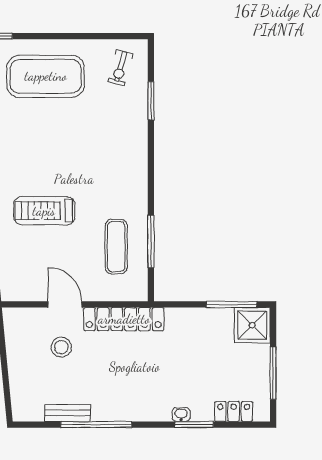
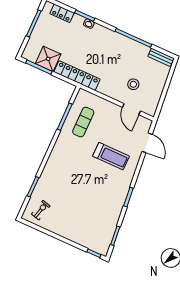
exercise mat: (46, 76) -> (80, 223), removed
door: (65, 304) -> (131, 109), moved
locker: (124, 319) -> (77, 76), moved
shower: (252, 325) -> (48, 59), moved
bench: (68, 413) -> (161, 57), moved

